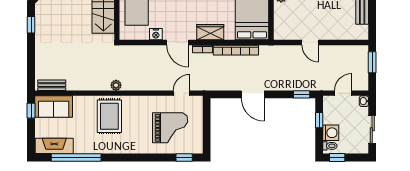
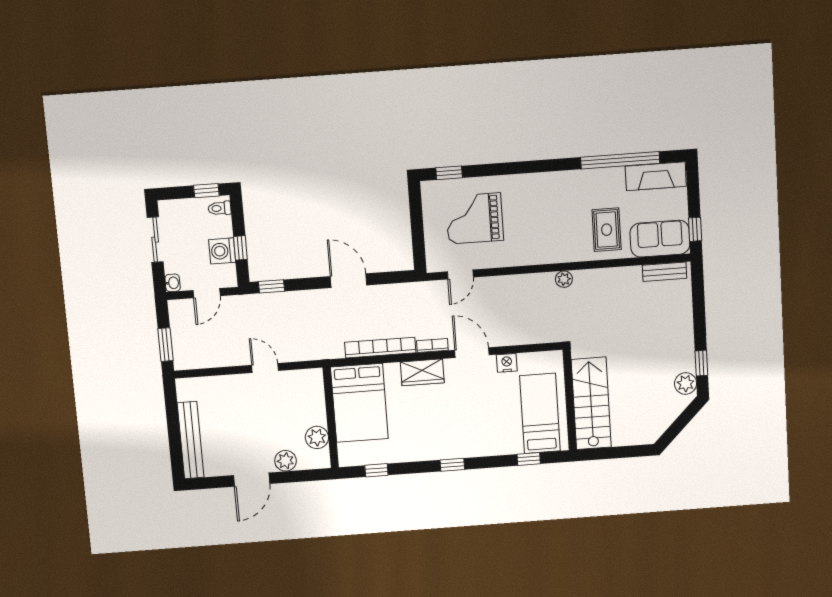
plant: (42, 12) -> (686, 384), added
rug: (109, 116) -> (607, 230), moved, width x0.73, depth x0.70
washing machine: (331, 133) -> (222, 251), moved

